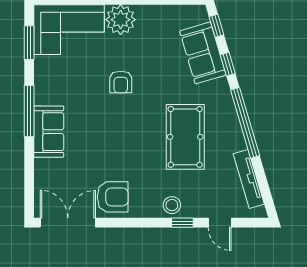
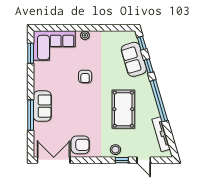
plant: (121, 20) -> (85, 35), width x0.53, depth x0.53
window: (29, 111) -> (31, 115), moved

